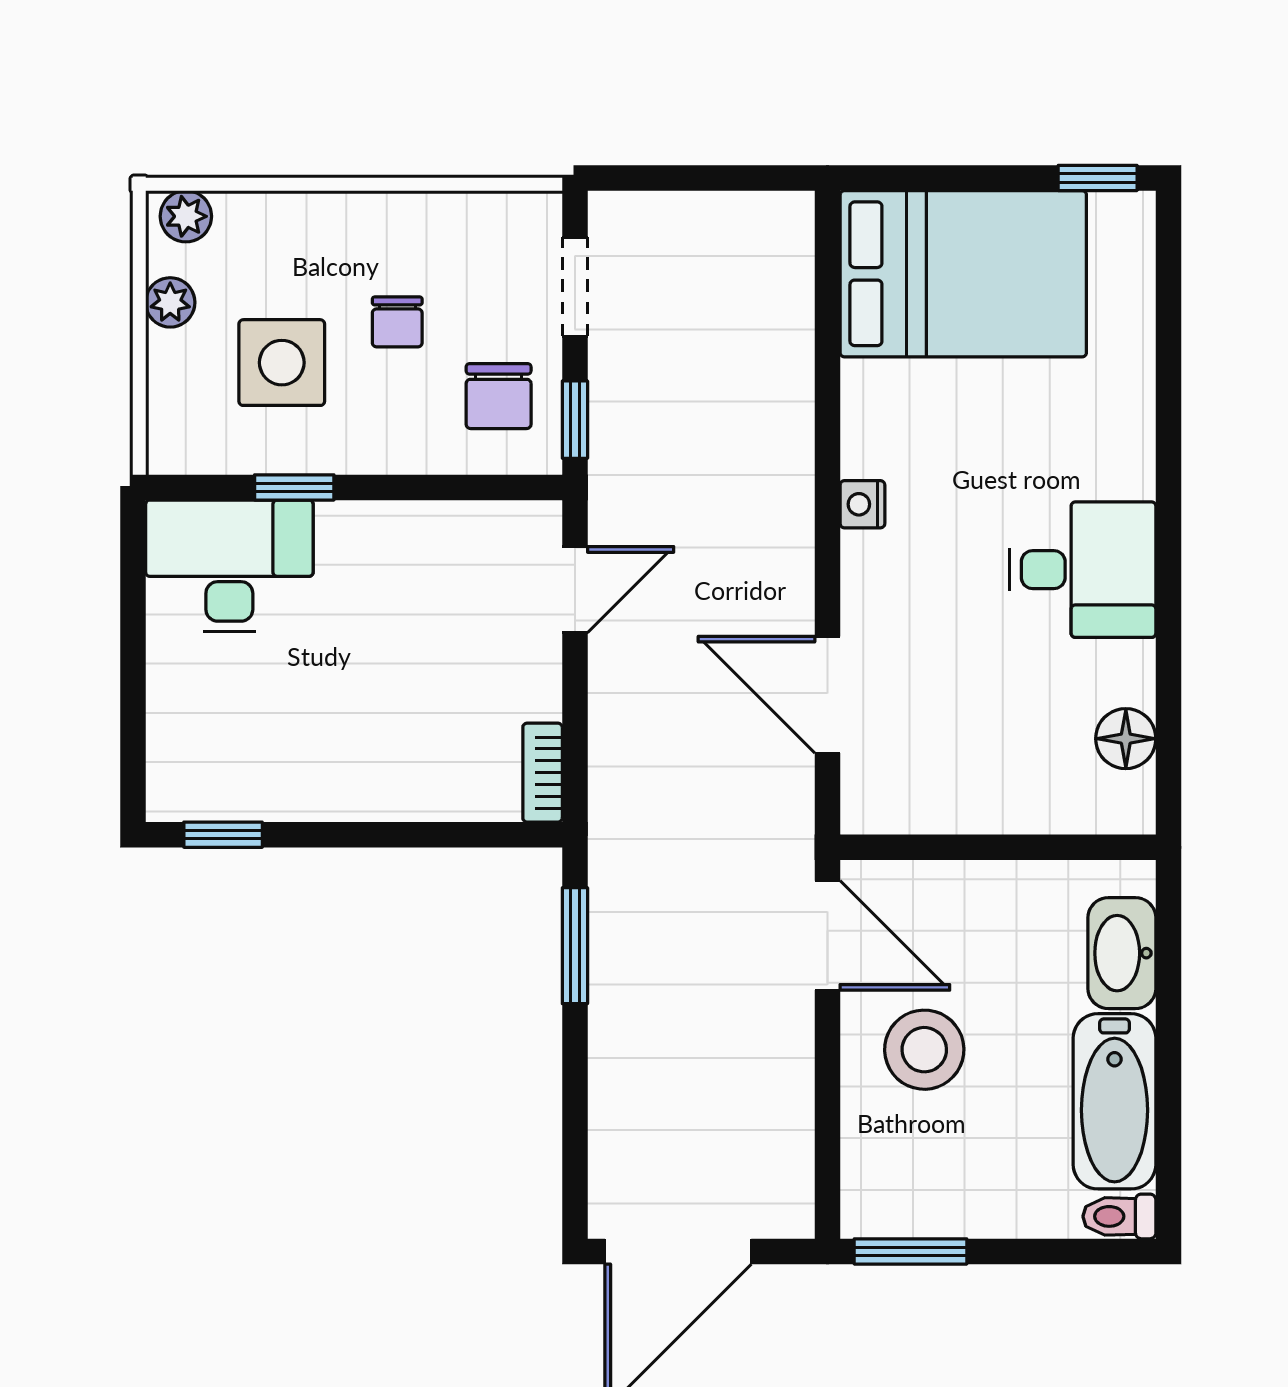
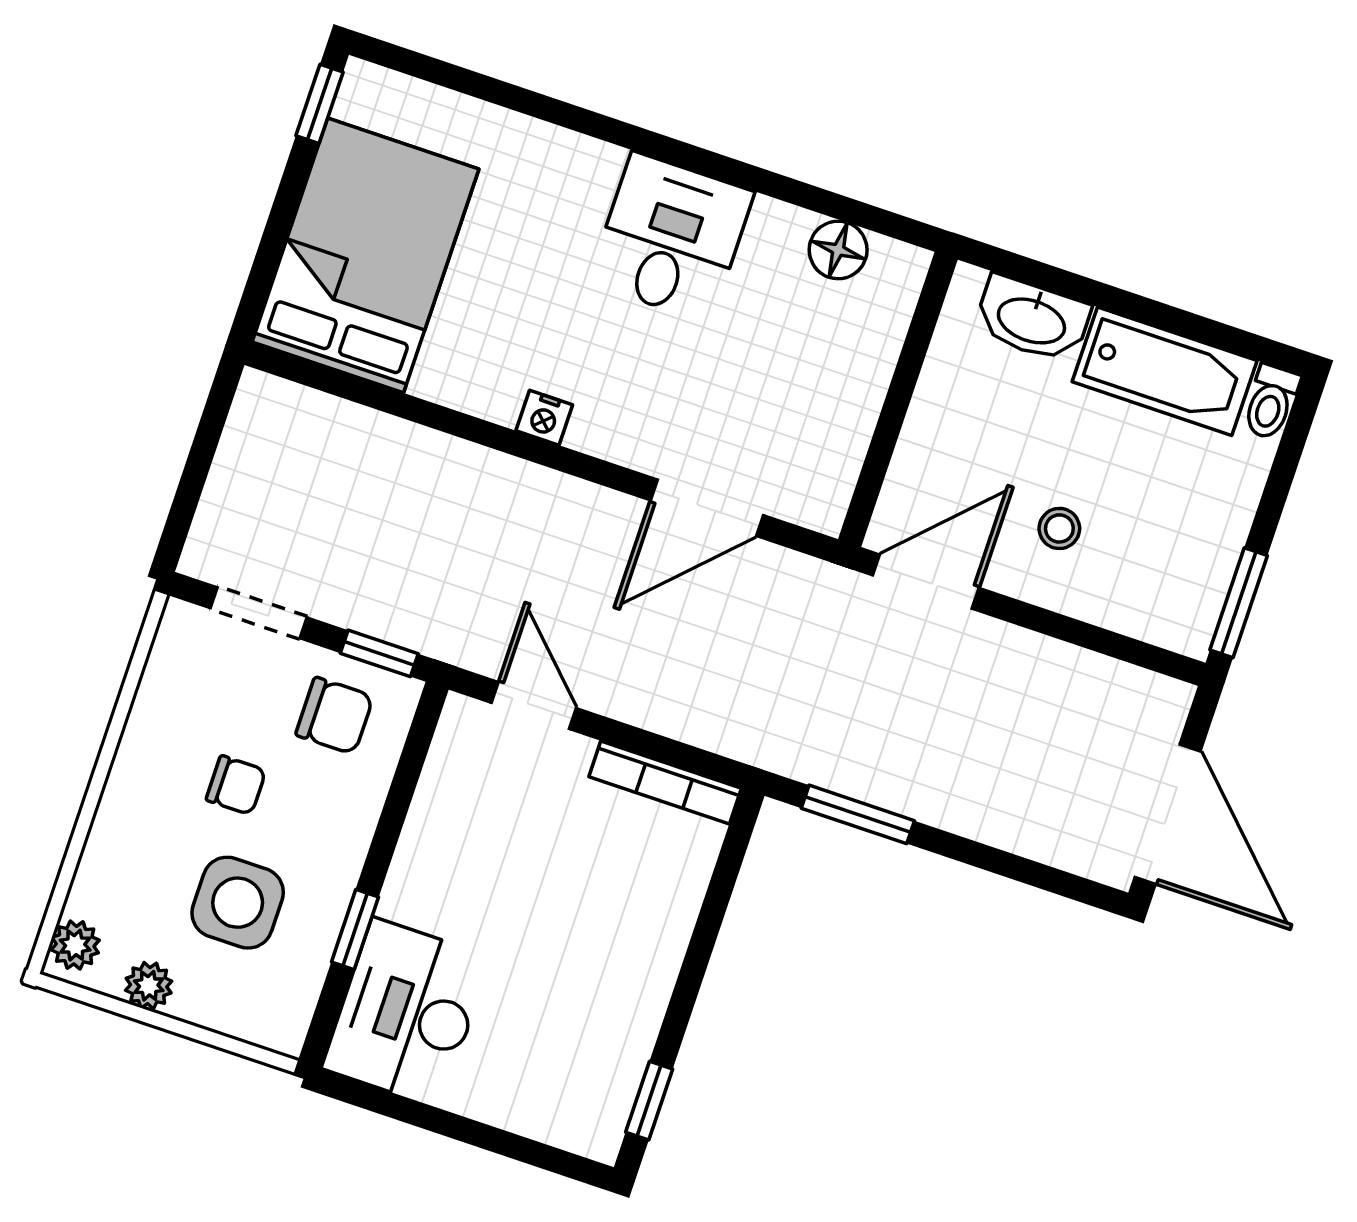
bookcase: (543, 773) -> (665, 782), width x1.56
stool: (924, 1050) -> (1059, 528), width x0.53, depth x0.53

